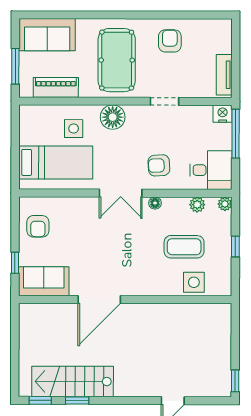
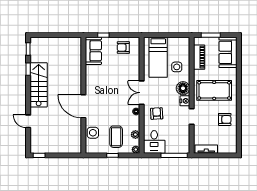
nightstand: (223, 114) -> (185, 101), moved
coffee table: (184, 247) -> (116, 137), moved
door: (99, 300) -> (83, 106), moved
stairs: (73, 381) -> (39, 85), moved

